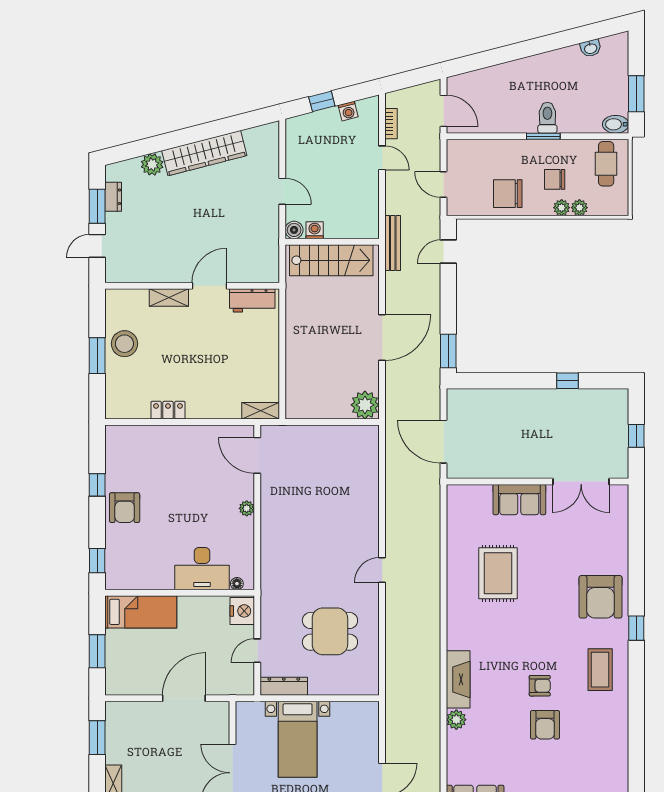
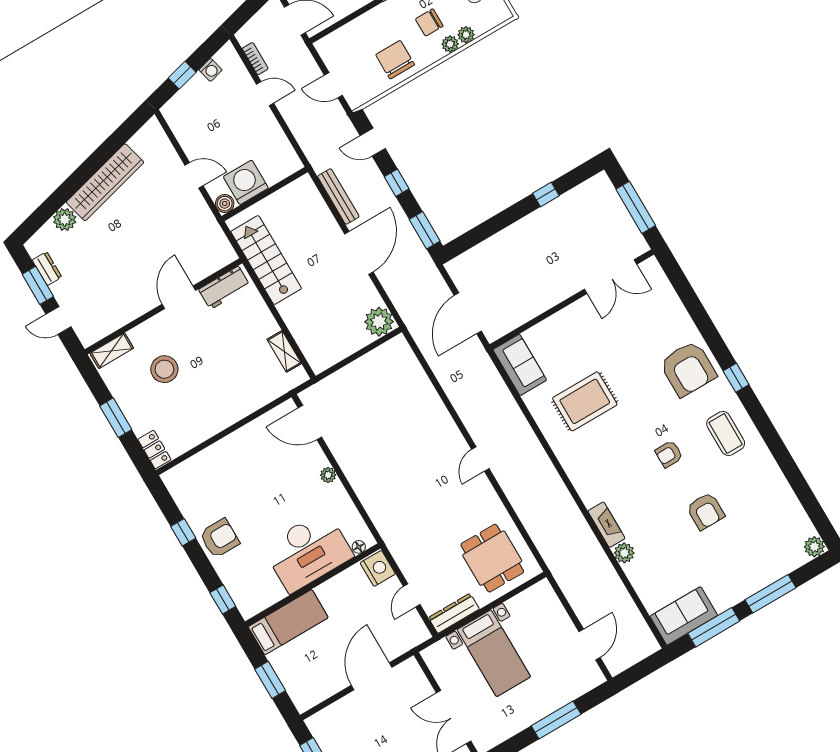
chair: (508, 194) -> (395, 60), turned 90
washing machine: (315, 230) -> (246, 182), width x1.89, depth x1.89
bench: (393, 243) -> (338, 196), moved
door: (97, 246) -> (58, 321), hinge flipped
door: (448, 252) -> (373, 142), hinge flipped
stairs: (331, 260) -> (266, 260), moved, turned -90
shelving: (169, 297) -> (112, 351), moved
window: (448, 297) -> (397, 183), added
stool: (124, 344) -> (164, 369), moved
locker: (168, 410) -> (154, 450), moved, turned 90
shelving: (261, 411) -> (284, 351), moved, turned 90
window: (636, 436) -> (636, 207), width x2.17
door: (443, 442) -> (468, 313), hinge flipped
sofa: (519, 500) -> (520, 365), moved, turned -90
armchair: (125, 508) -> (219, 538), turned -90
desk: (202, 569) -> (308, 551), width x1.36, depth x1.30
rug: (498, 573) -> (585, 401), turned 90
dining table: (330, 631) -> (492, 558), moved, turned 90
fireplace: (458, 679) -> (606, 525), width x0.73, depth x0.76
armchair: (540, 686) -> (669, 454), moved, turned 180

